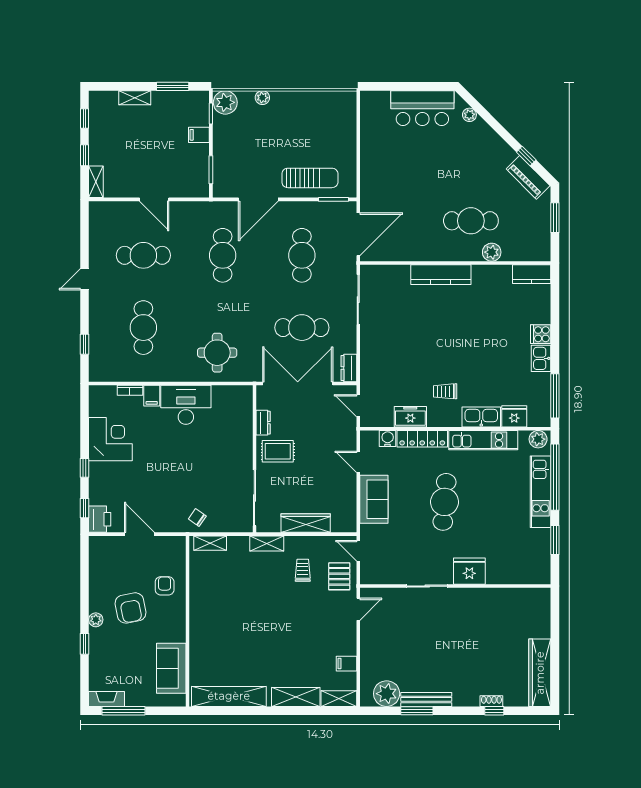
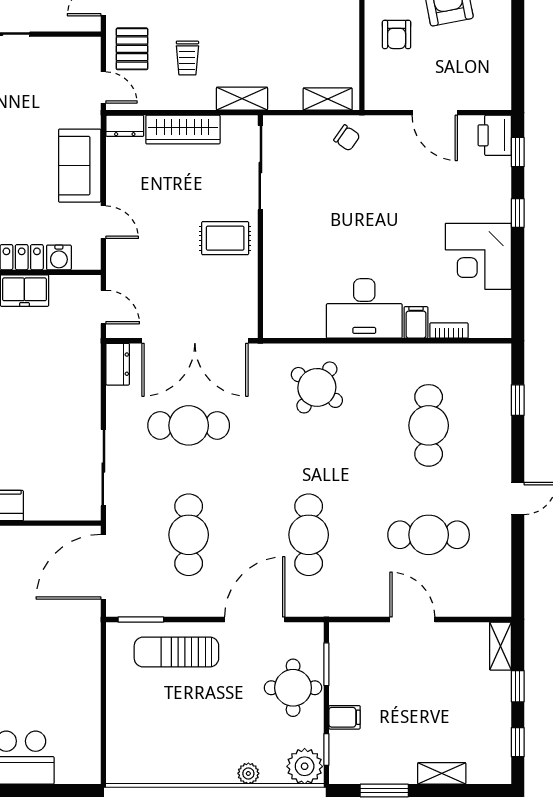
round table: (233, 154) -> (293, 688), added
round table: (217, 353) -> (317, 387), turned 35
dresser: (263, 423) -> (125, 126), moved, turned -90

